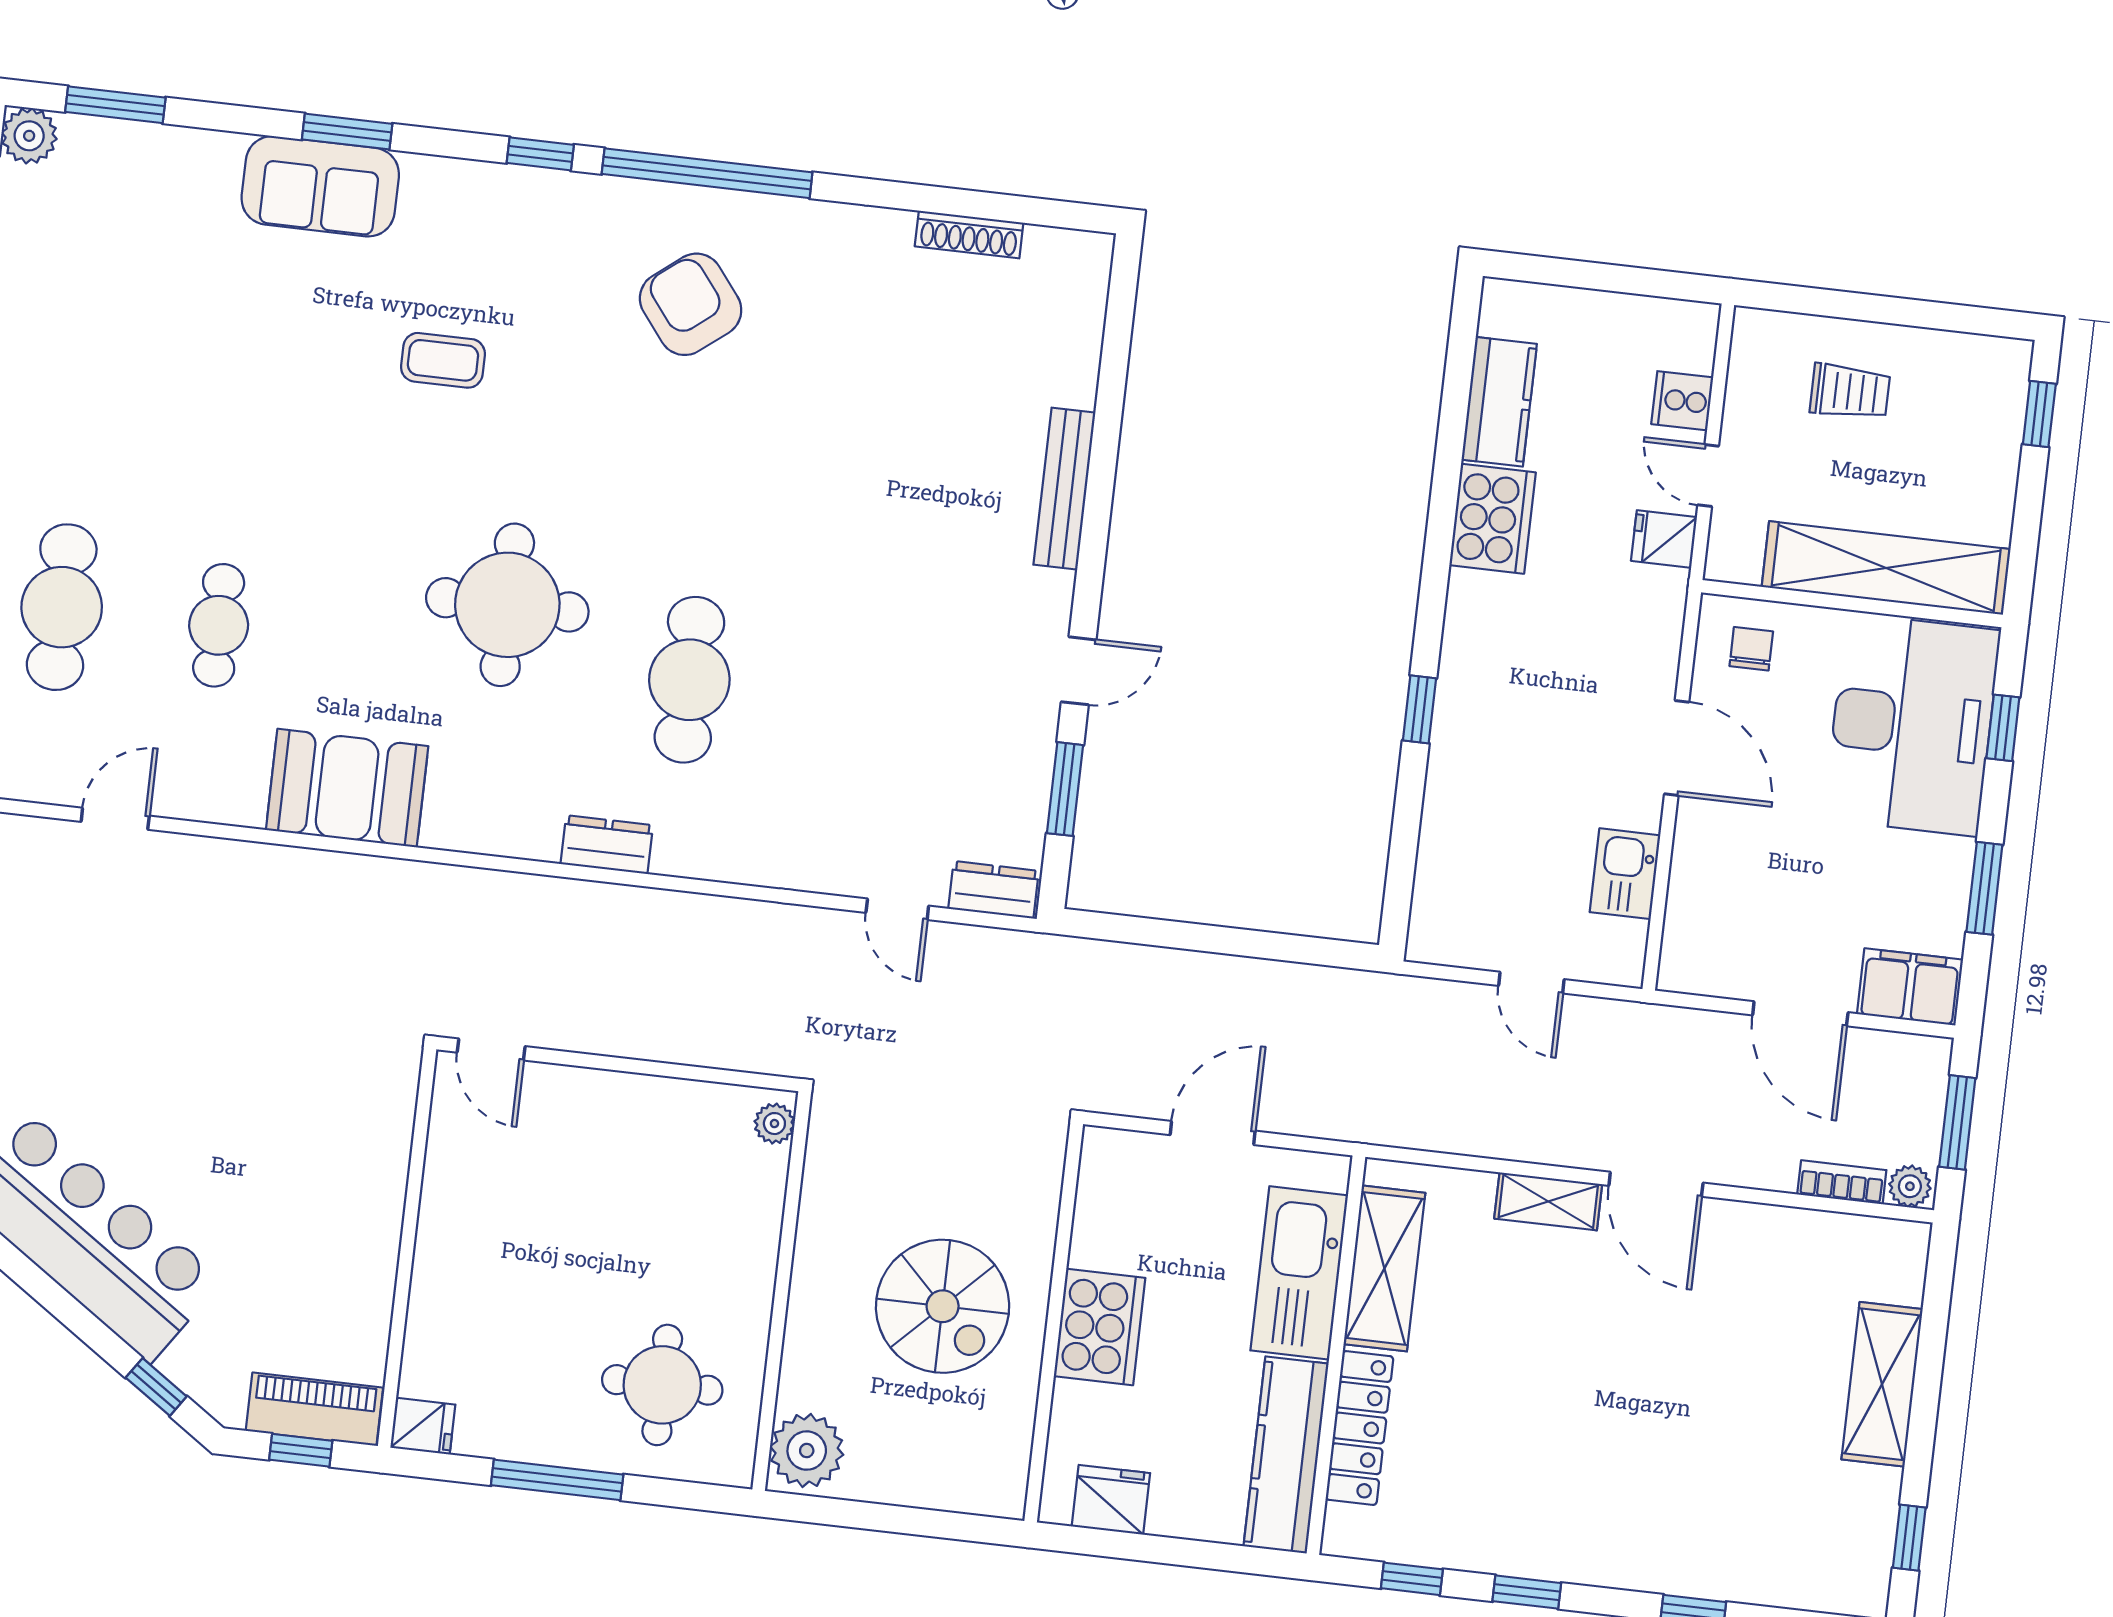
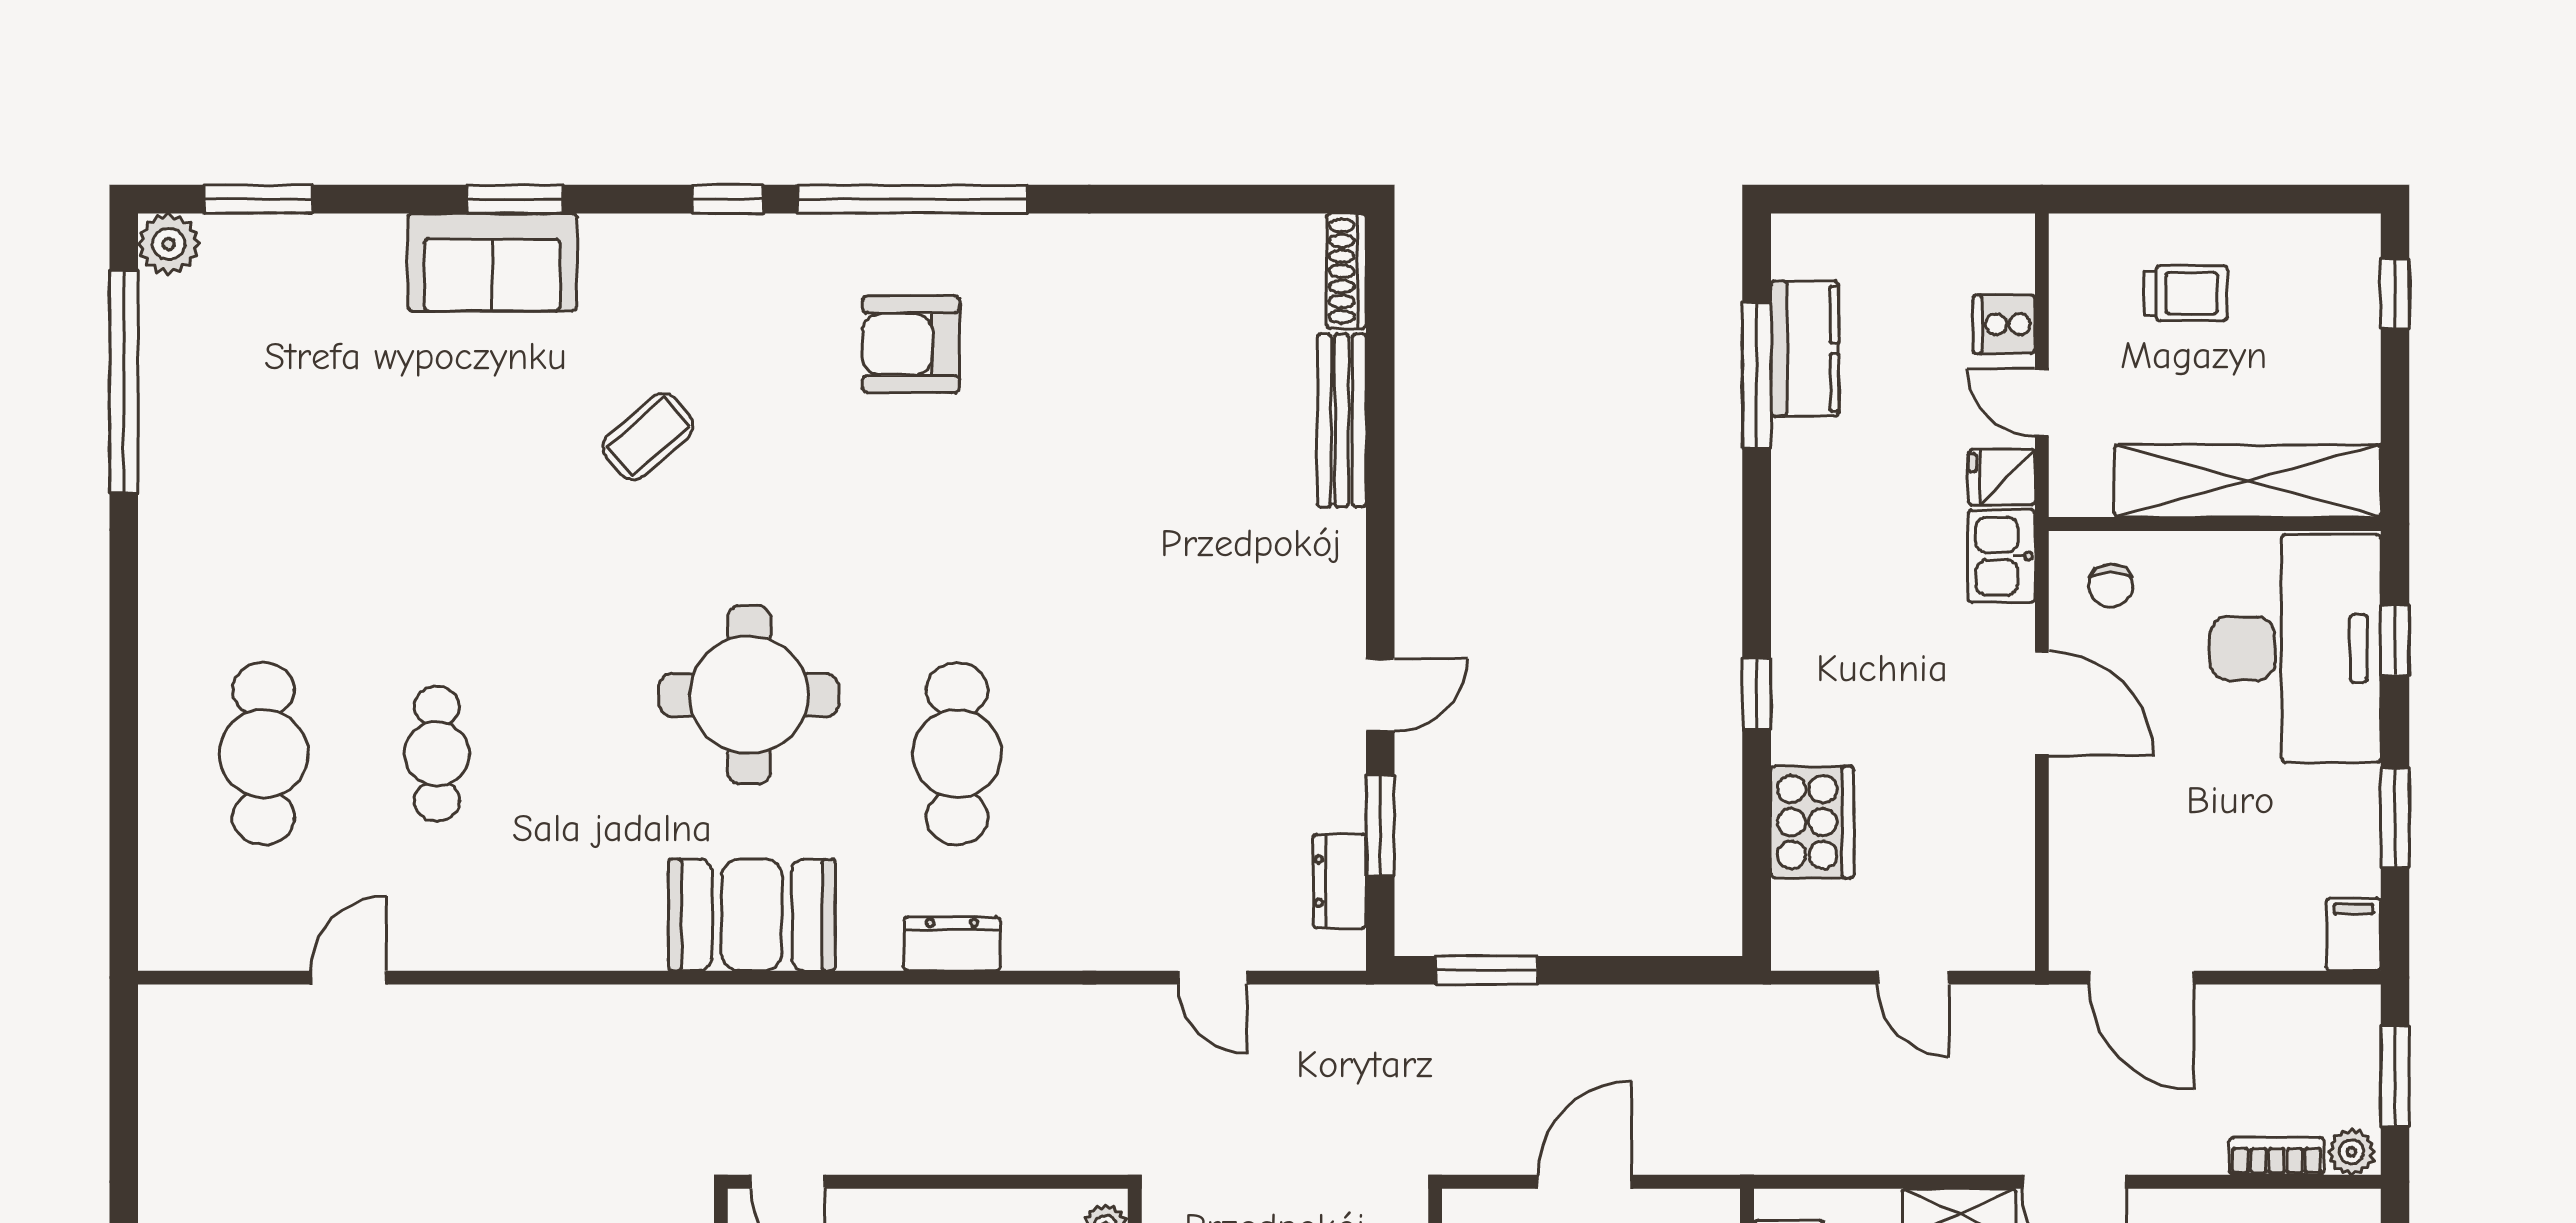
shoe rack: (969, 235) -> (1346, 271), moved, turned 90
armchair: (691, 304) -> (911, 344), turned -52
coffee table: (443, 360) -> (648, 436), turned -41
window: (1453, 421) -> (1757, 375), added
bench: (1064, 489) -> (1342, 420), moved
cooker: (1492, 519) -> (1812, 822), moved
chair: (1751, 649) -> (2111, 586), turned 180
booth: (347, 788) -> (752, 915), moved
dresser: (607, 845) -> (952, 944), moved
kitchen sink: (1625, 874) -> (2001, 556), moved
dresser: (994, 890) -> (1340, 881), moved, turned -90
window: (1146, 931) -> (1487, 970), added
filing cabinet: (1910, 987) -> (2354, 934), width x0.50
door: (1800, 1014) -> (2141, 978), moved

